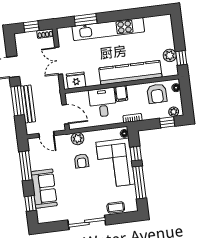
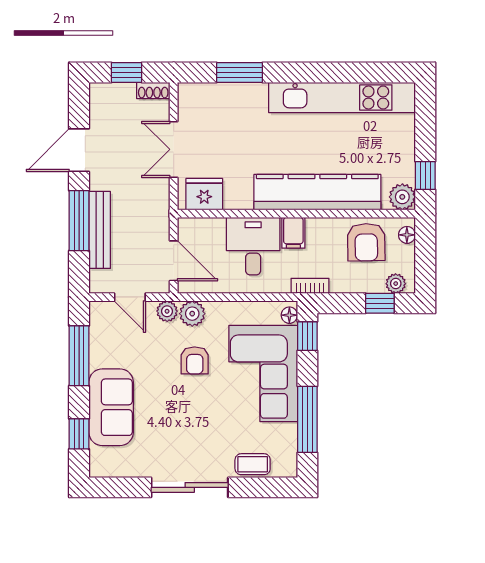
kitchen unit: (108, 29) -> (342, 97), moved
plant: (170, 55) -> (402, 197), moved
plant: (65, 139) -> (167, 311), added
window: (136, 154) -> (307, 336), moved

